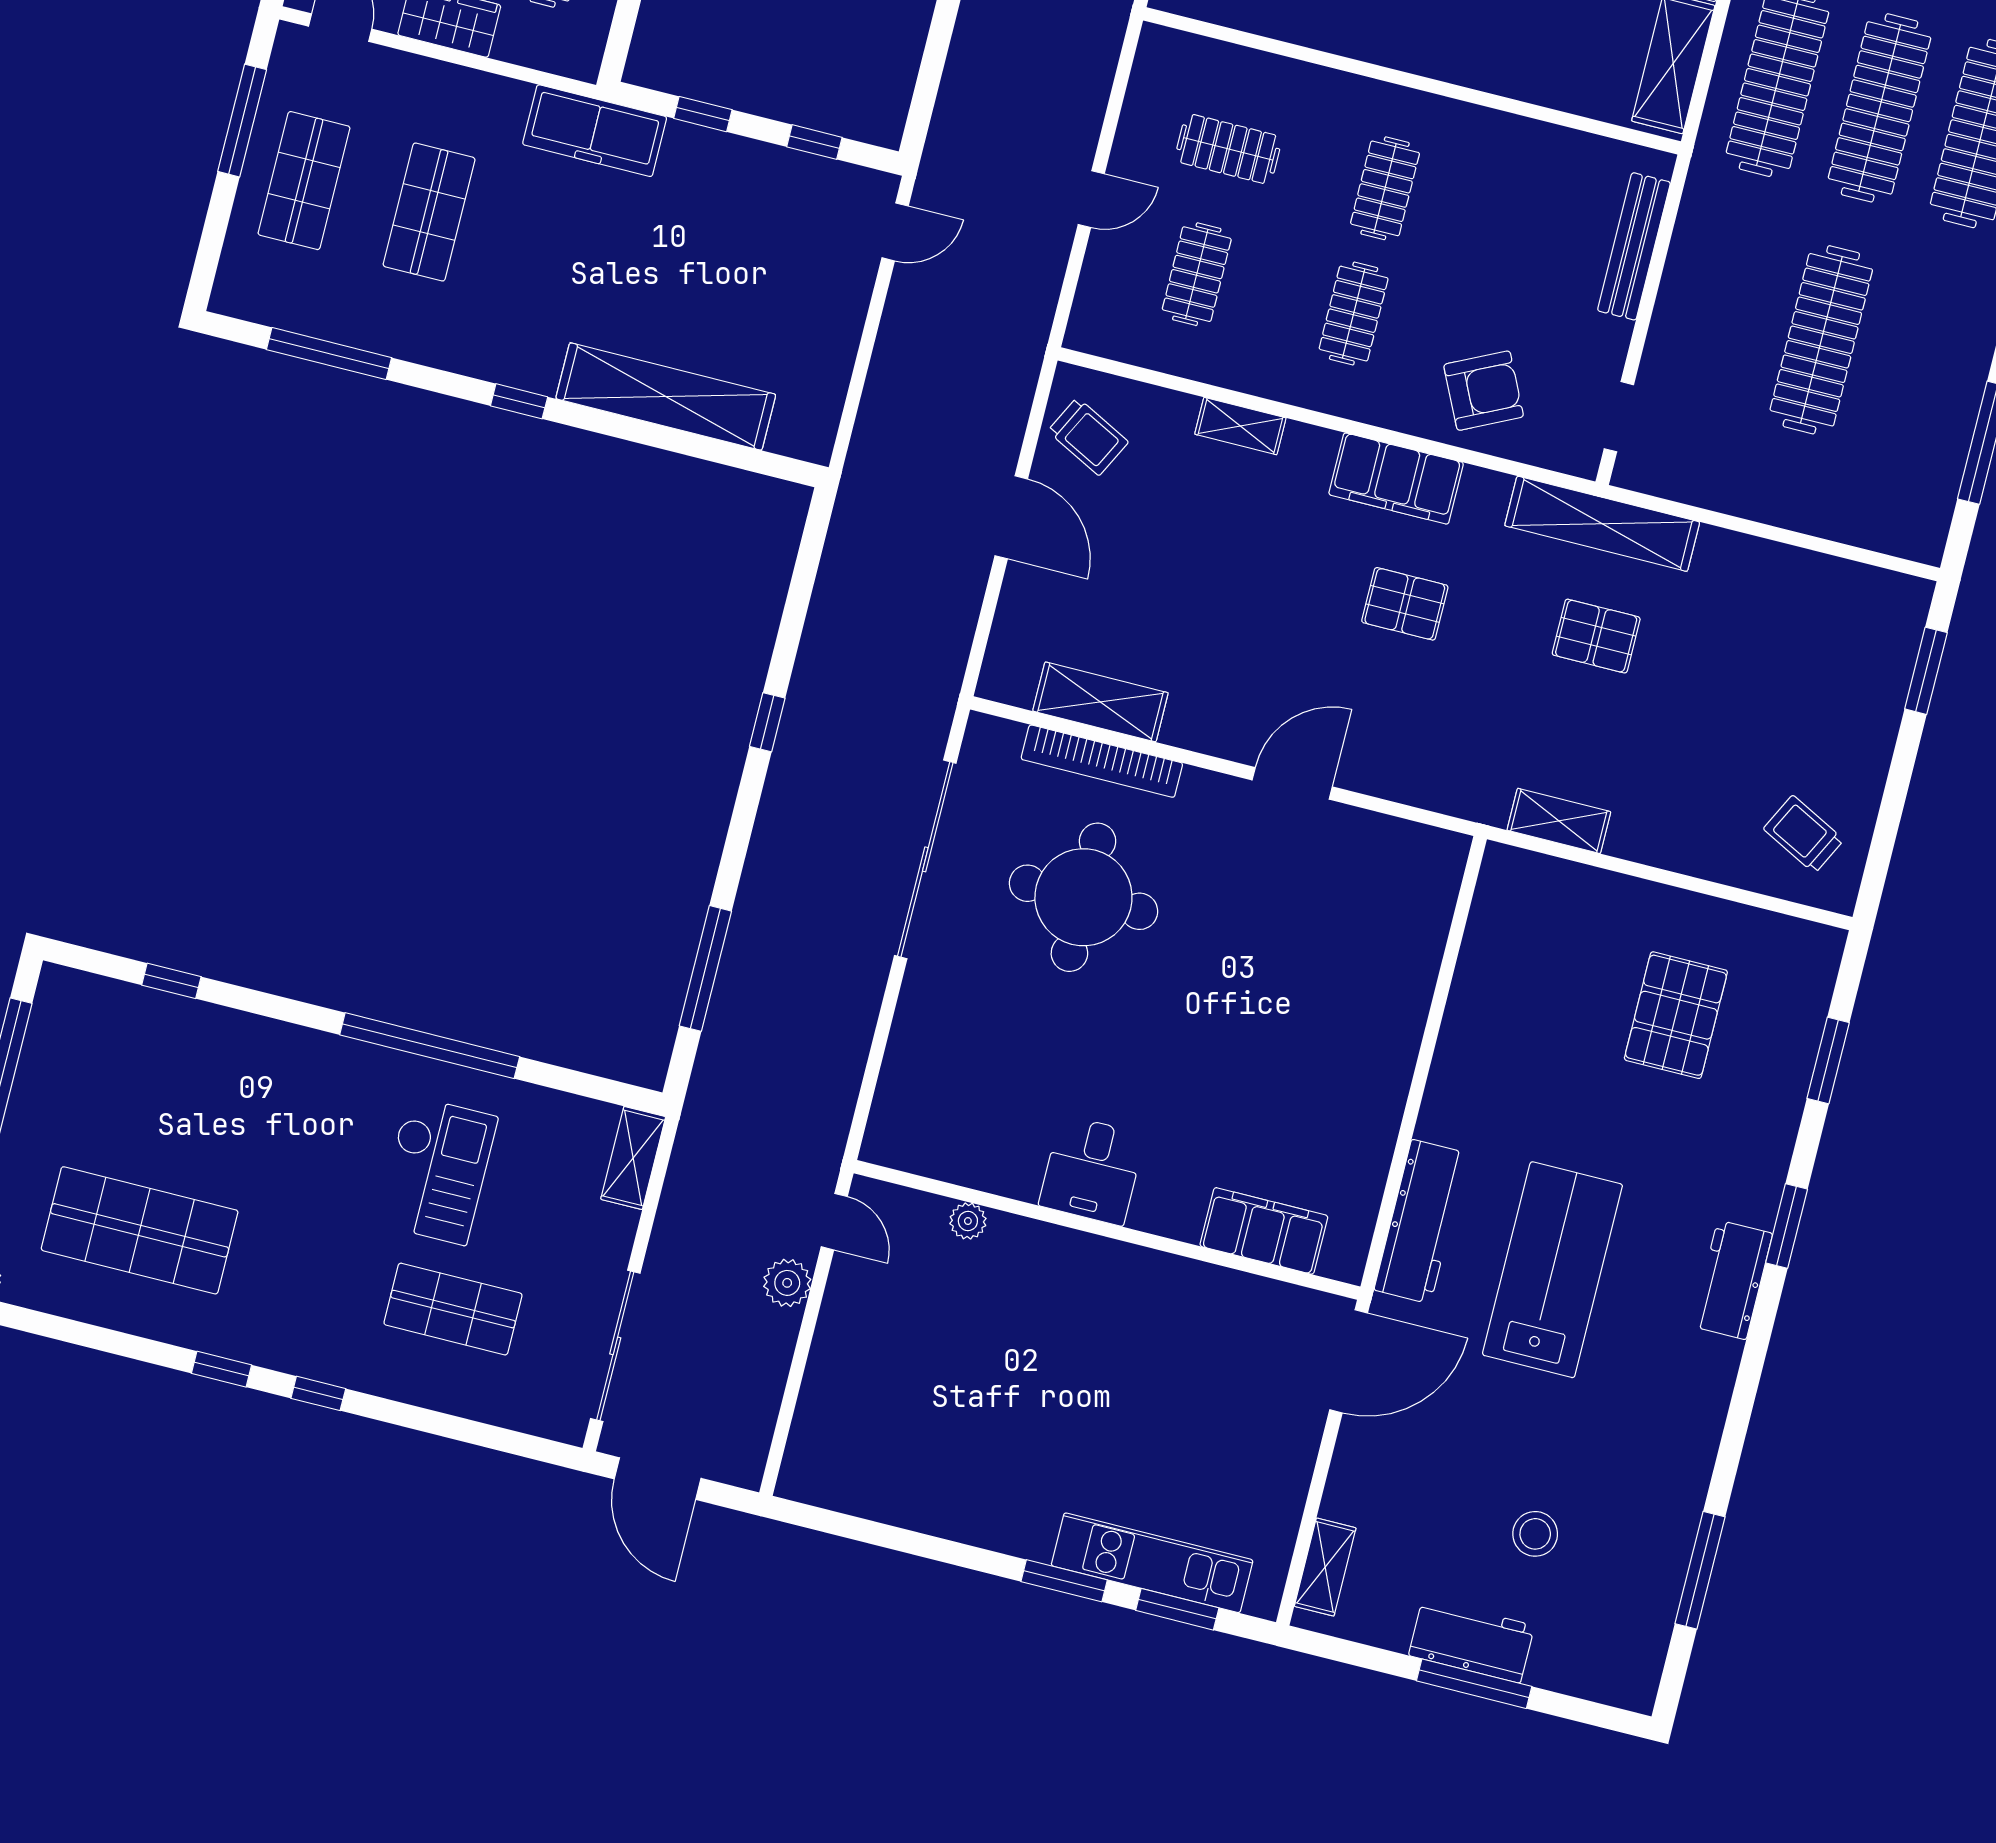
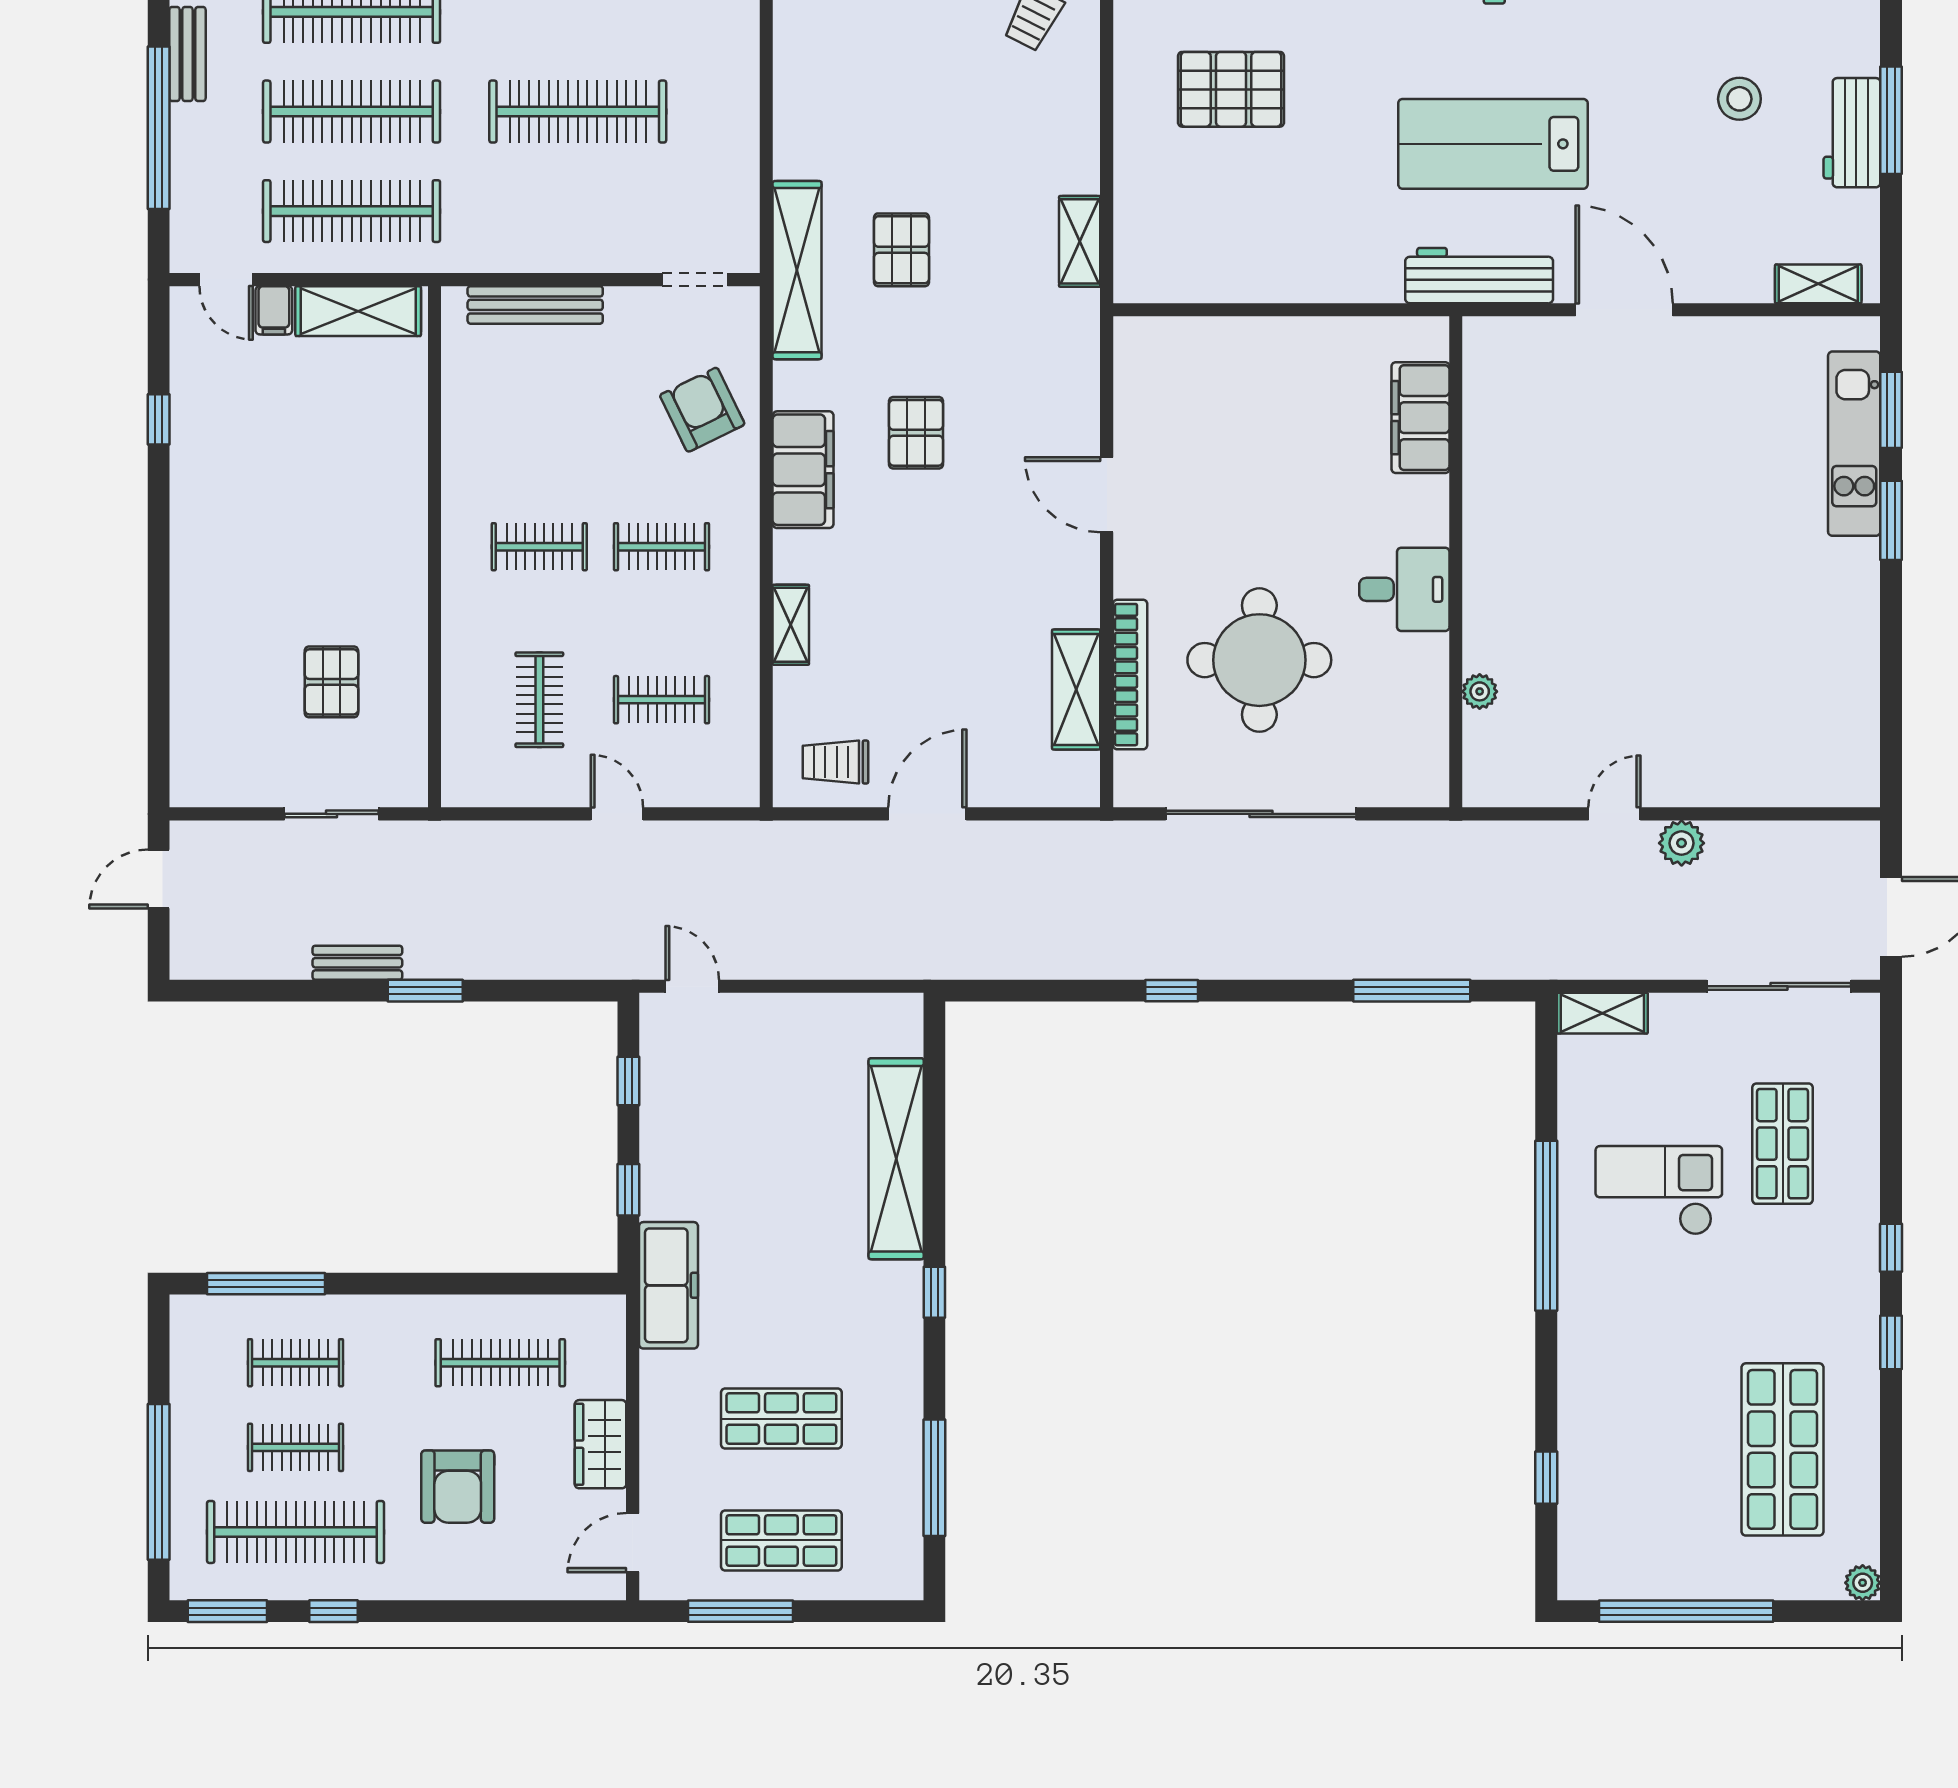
trolley: (1088, 436) -> (835, 762), turned -117
desk: (1092, 1170) -> (1404, 589), moved
plant: (968, 1221) -> (1480, 691), moved
wall: (1107, 1230) -> (1456, 562), moved
filing cabinet: (1264, 1231) -> (1420, 418), moved

